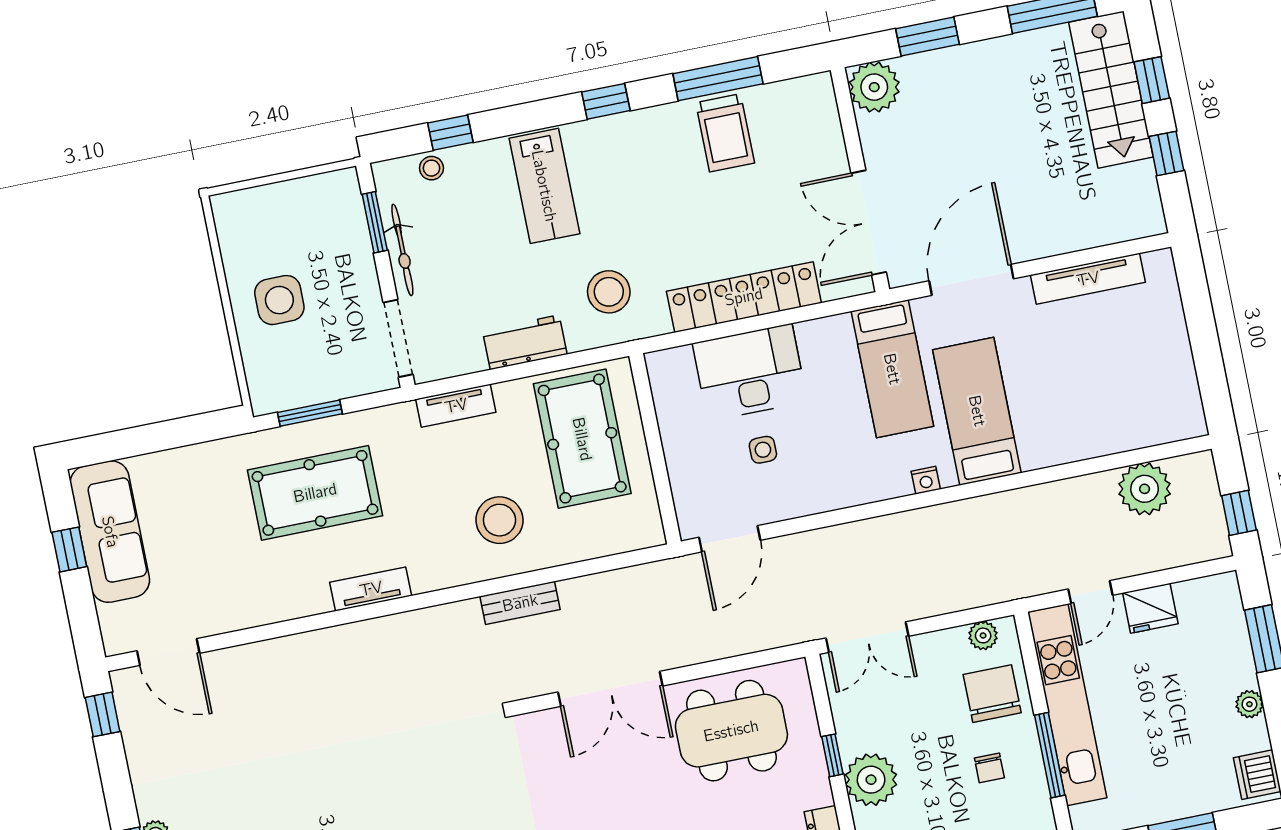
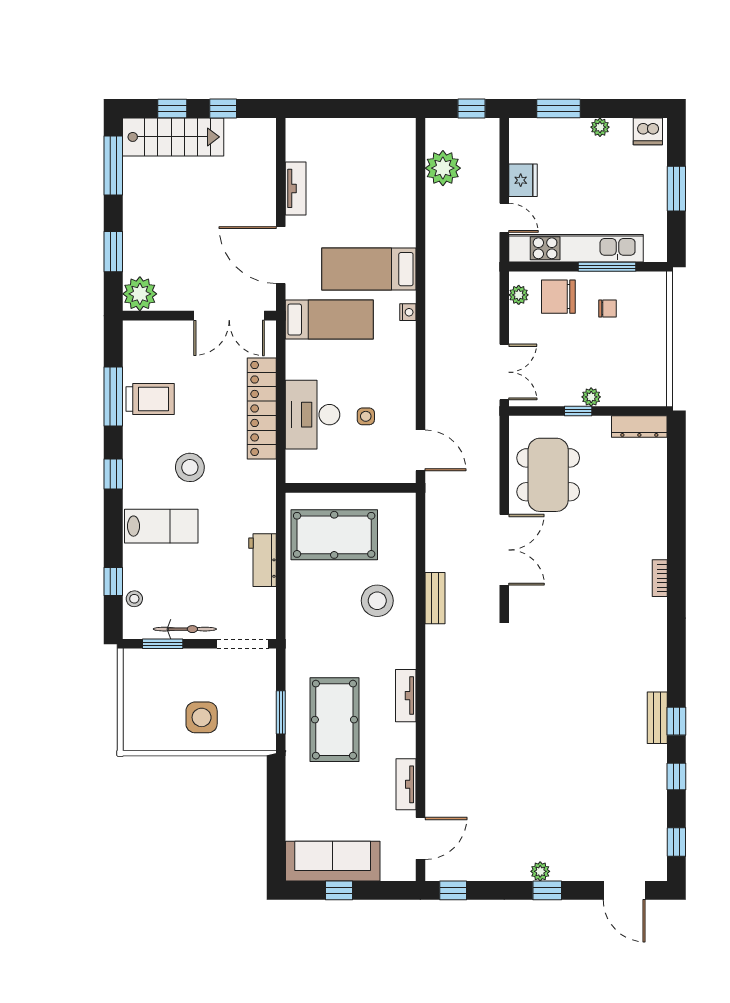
tv unit: (1088, 279) -> (296, 188), width x0.71
stool: (609, 292) -> (190, 467), moved
tv unit: (456, 406) -> (406, 784), moved, turned 180
plant: (871, 780) -> (591, 397), width x0.53, depth x0.53

